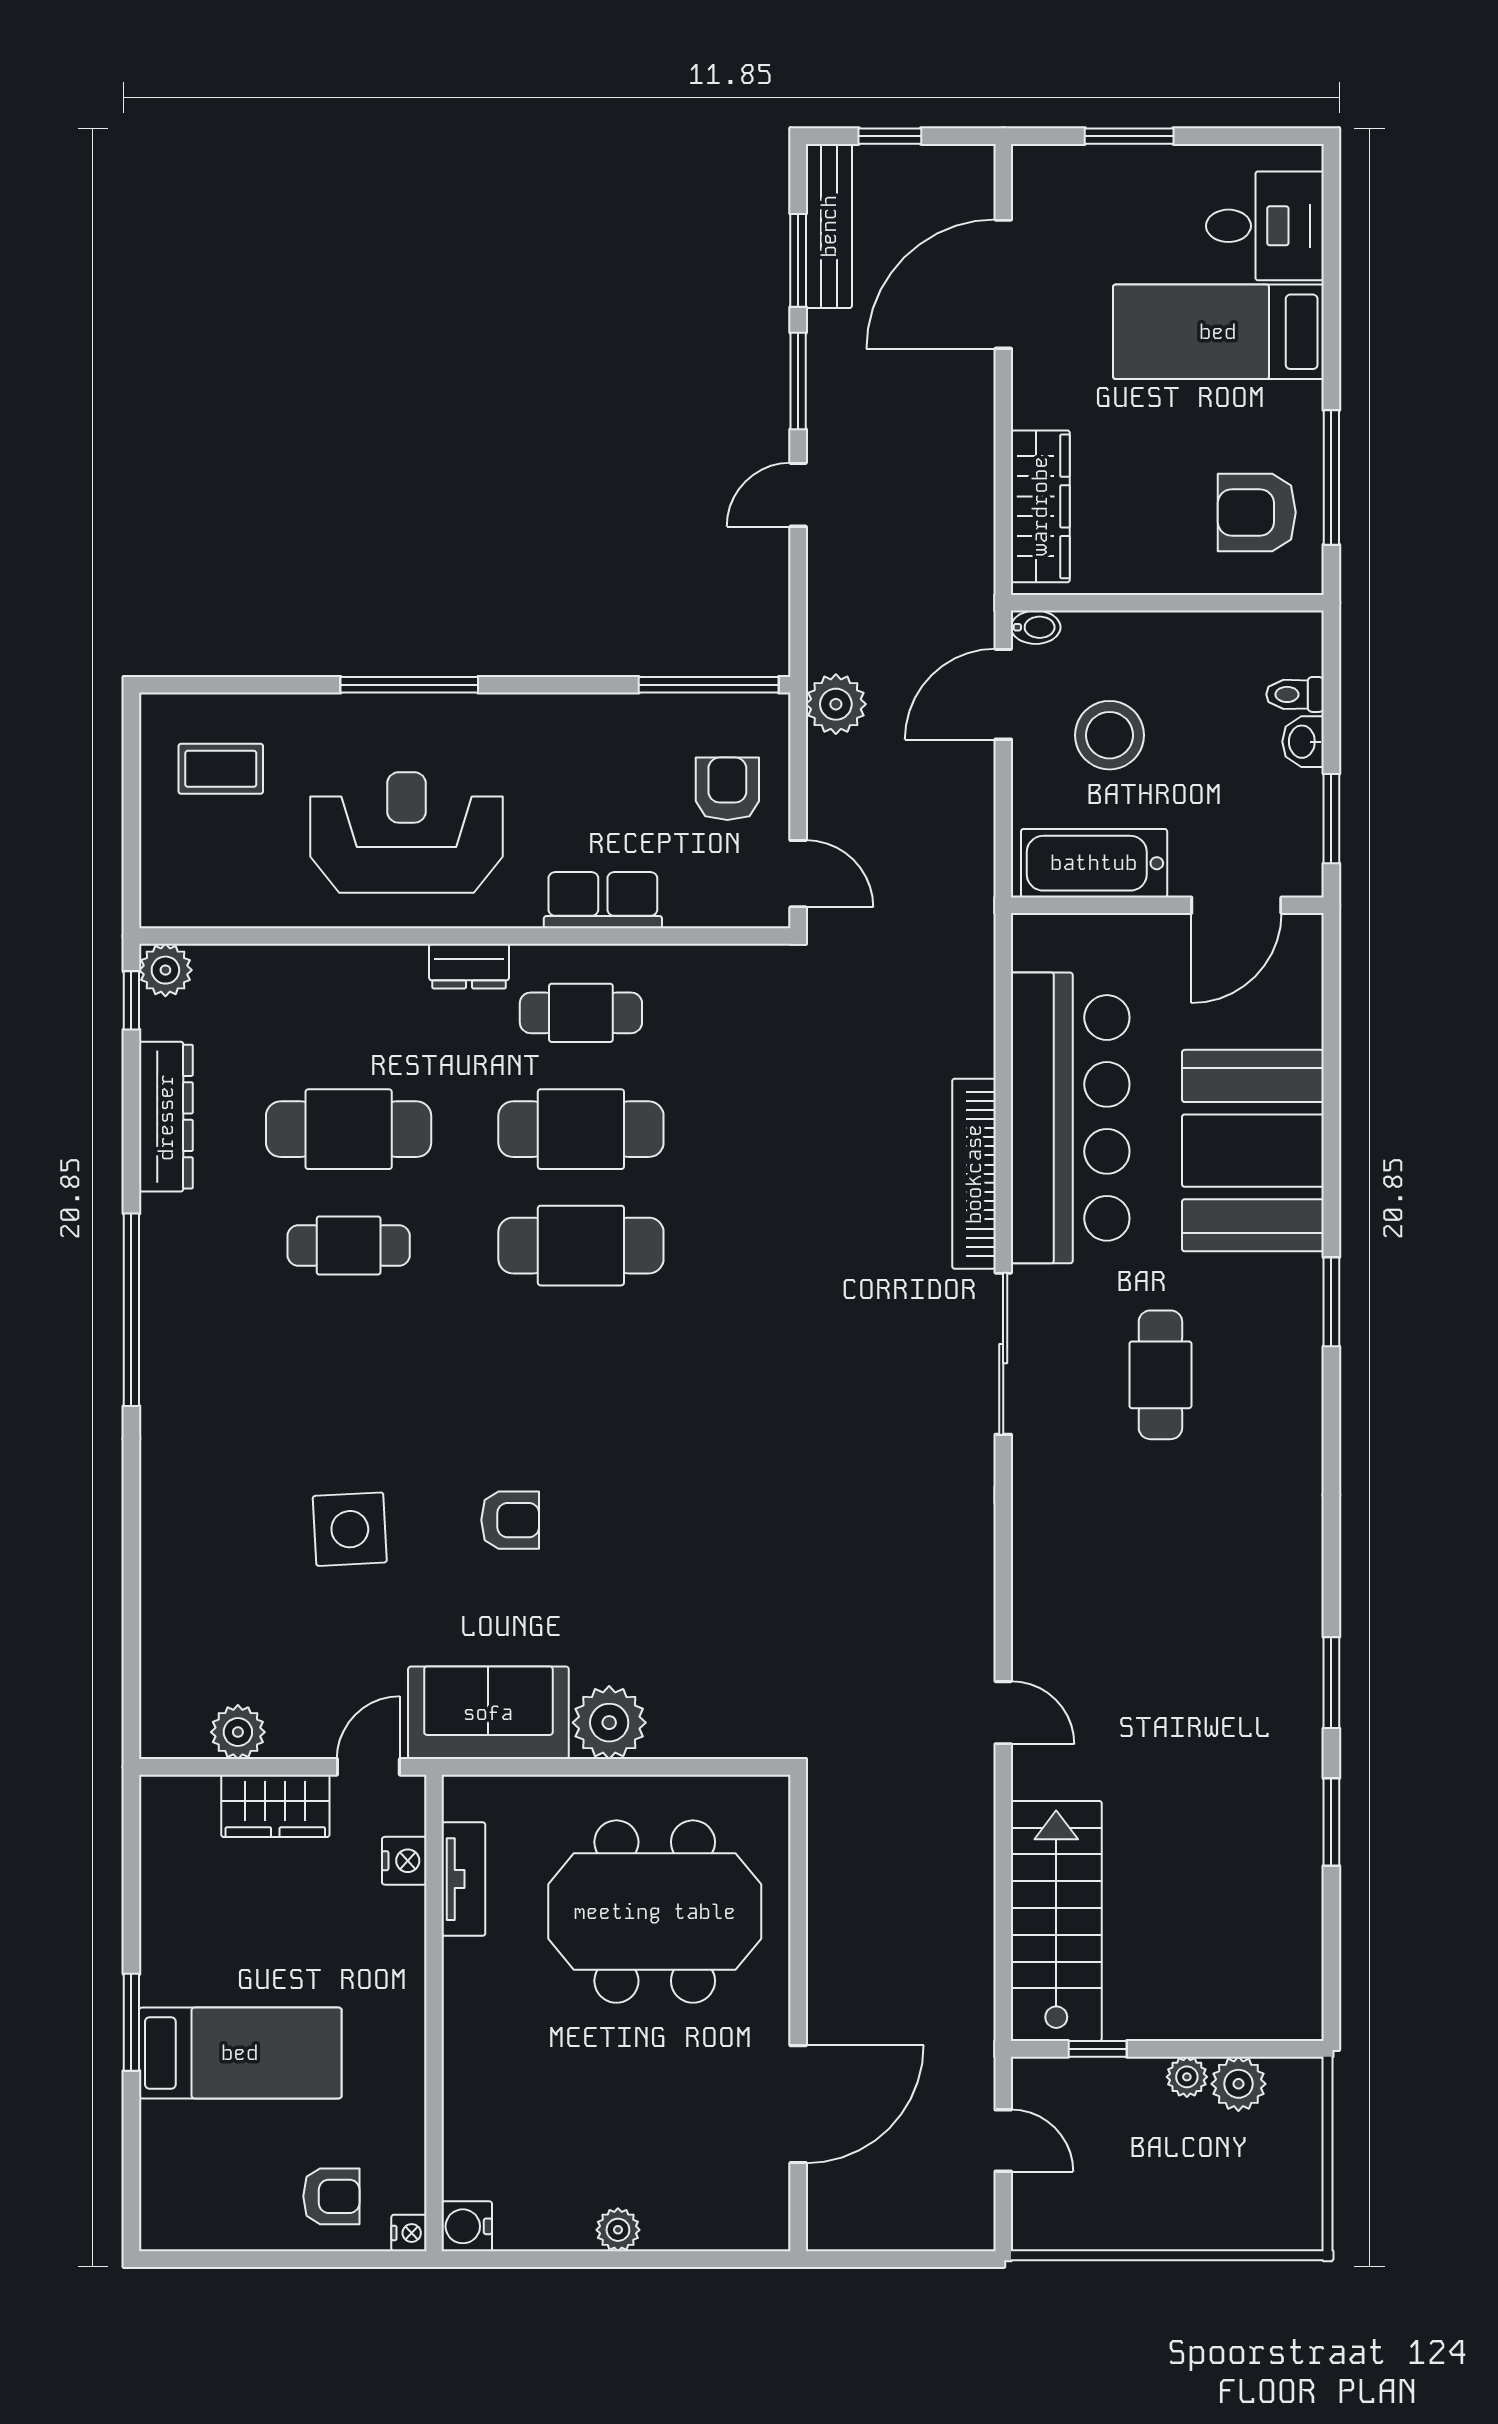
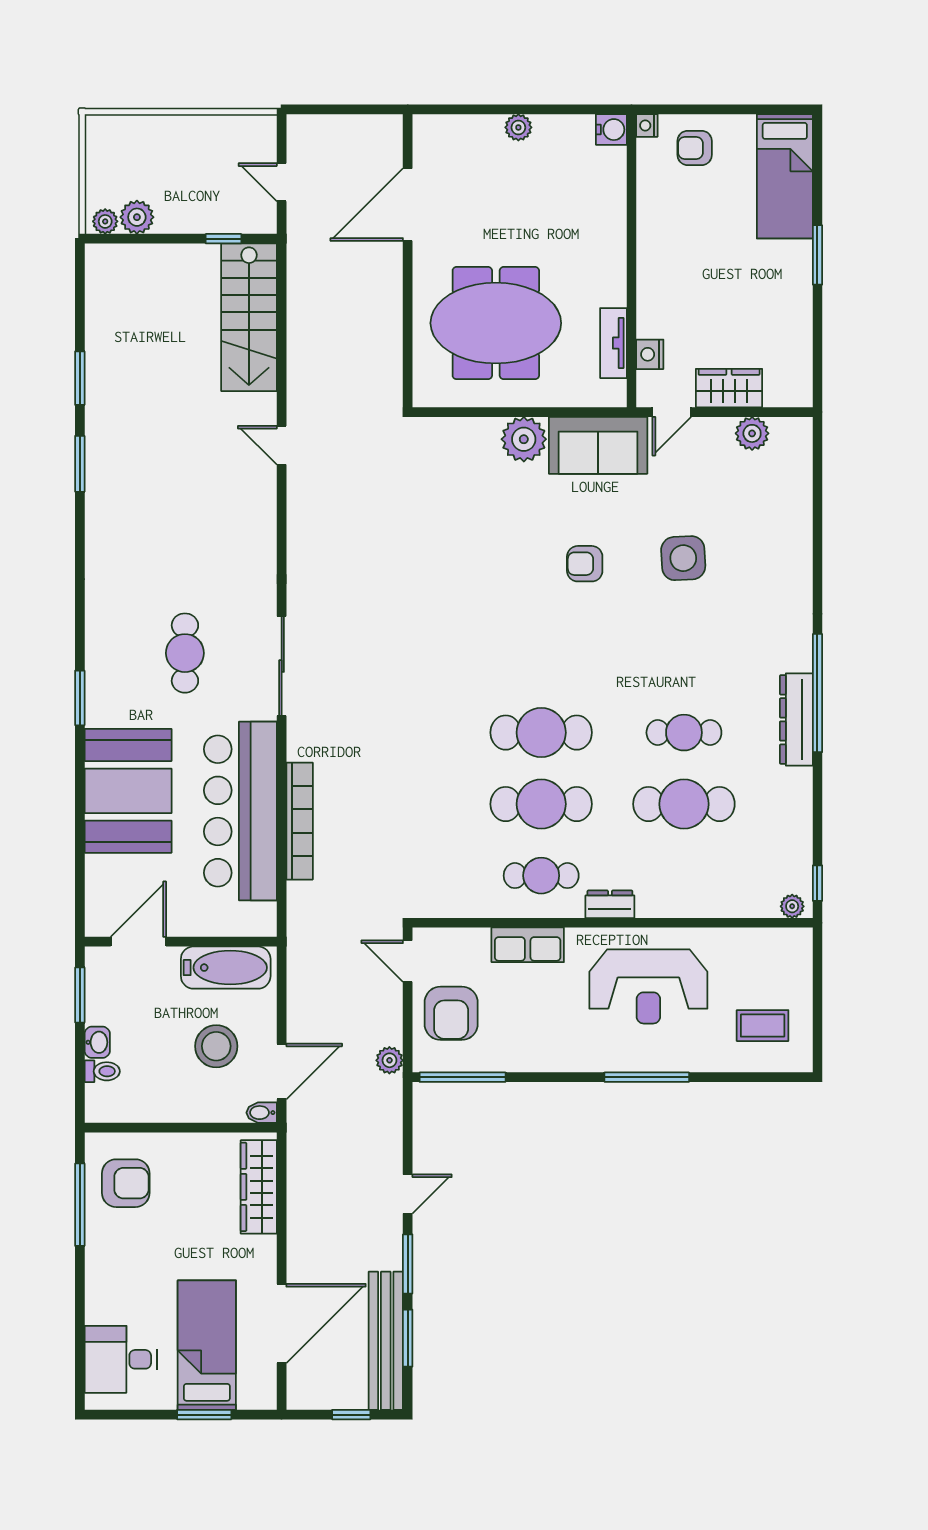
bench: (829, 226) -> (386, 1341), width x1.37, depth x1.21
bed: (1218, 332) -> (207, 1345), moved, turned -90
plant: (836, 704) -> (389, 1060), width x0.73, depth x0.73
armchair: (727, 789) -> (451, 1013), width x1.38, depth x1.38
plant: (165, 970) -> (792, 906), width x0.73, depth x0.73
dresser: (166, 1117) -> (796, 719), moved
bookcase: (974, 1174) -> (300, 821), moved
bed: (240, 2053) -> (785, 176), moved, turned -90
plant: (1187, 2077) -> (105, 221), moved

